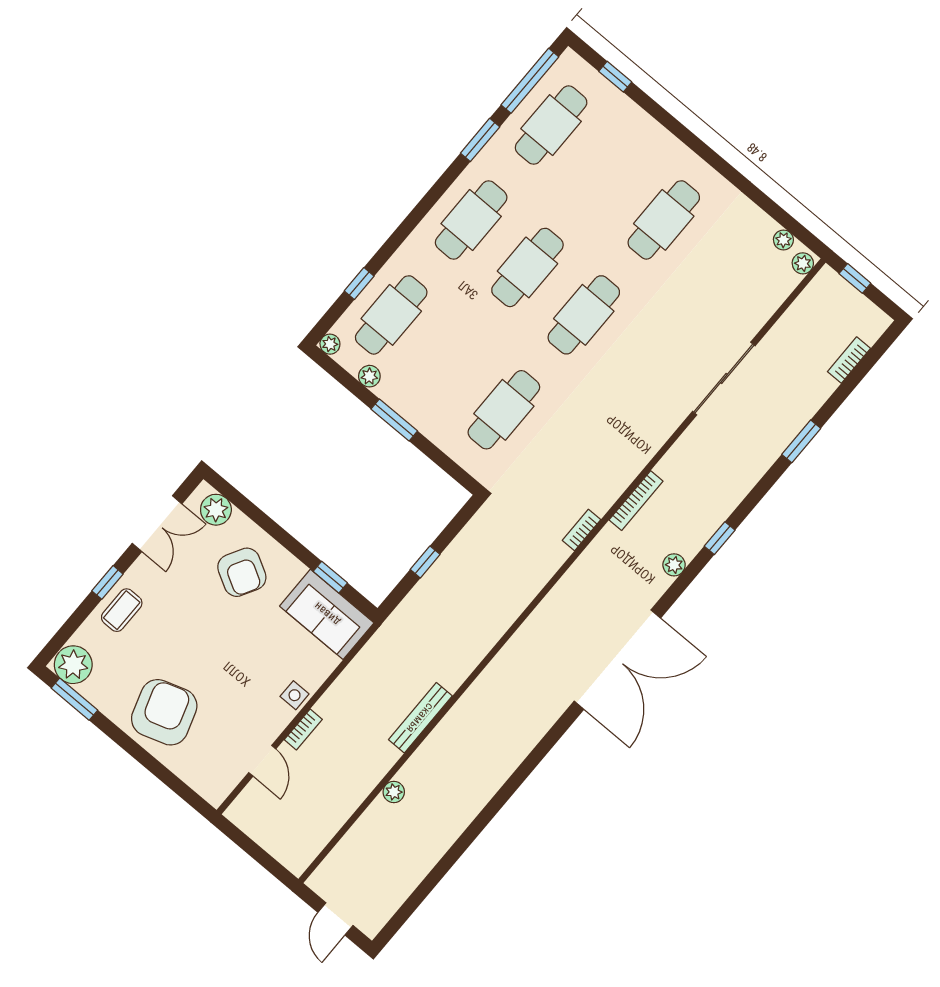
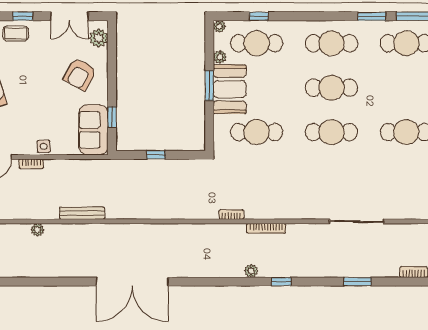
booth: (421, 398) -> (230, 89), added
double door: (617, 660) -> (132, 282), moved

